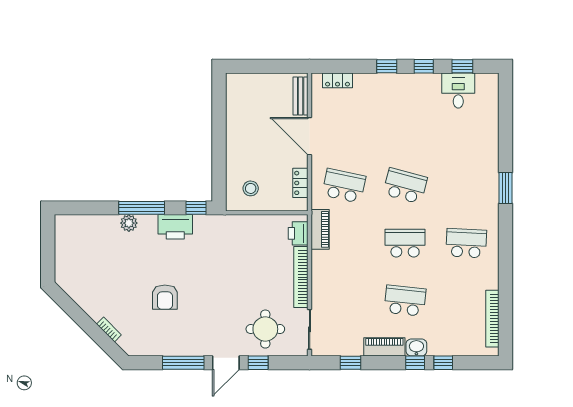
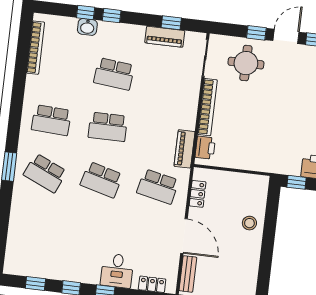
desk: (458, 91) -> (117, 271), moved
school desk: (466, 186) -> (45, 173), added
stool: (251, 188) -> (249, 223), moved
piano: (384, 347) -> (165, 37), moved
washbasin: (416, 347) -> (87, 27), moved

